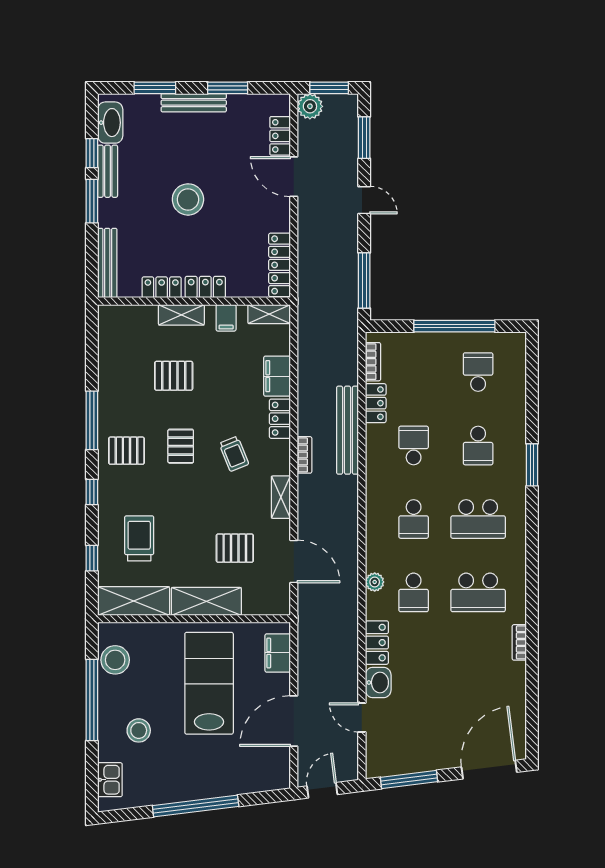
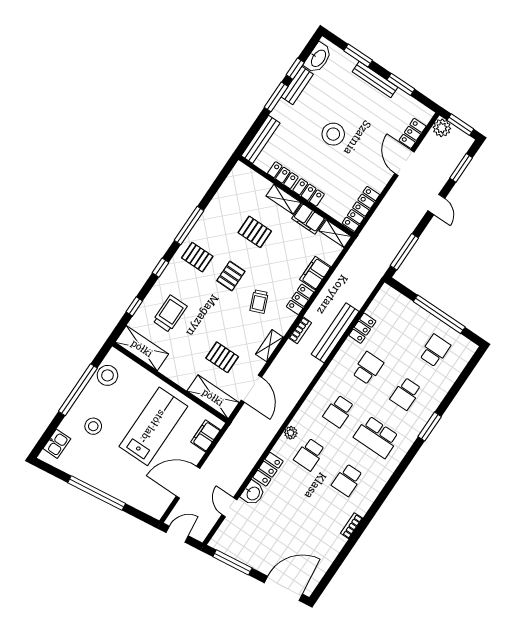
filing cabinet: (226, 318) -> (309, 219), width x2.00
bookcase: (373, 362) -> (377, 303), removed
school desk: (478, 592) -> (347, 480), width x0.54
shelving: (206, 601) -> (213, 397), moved

